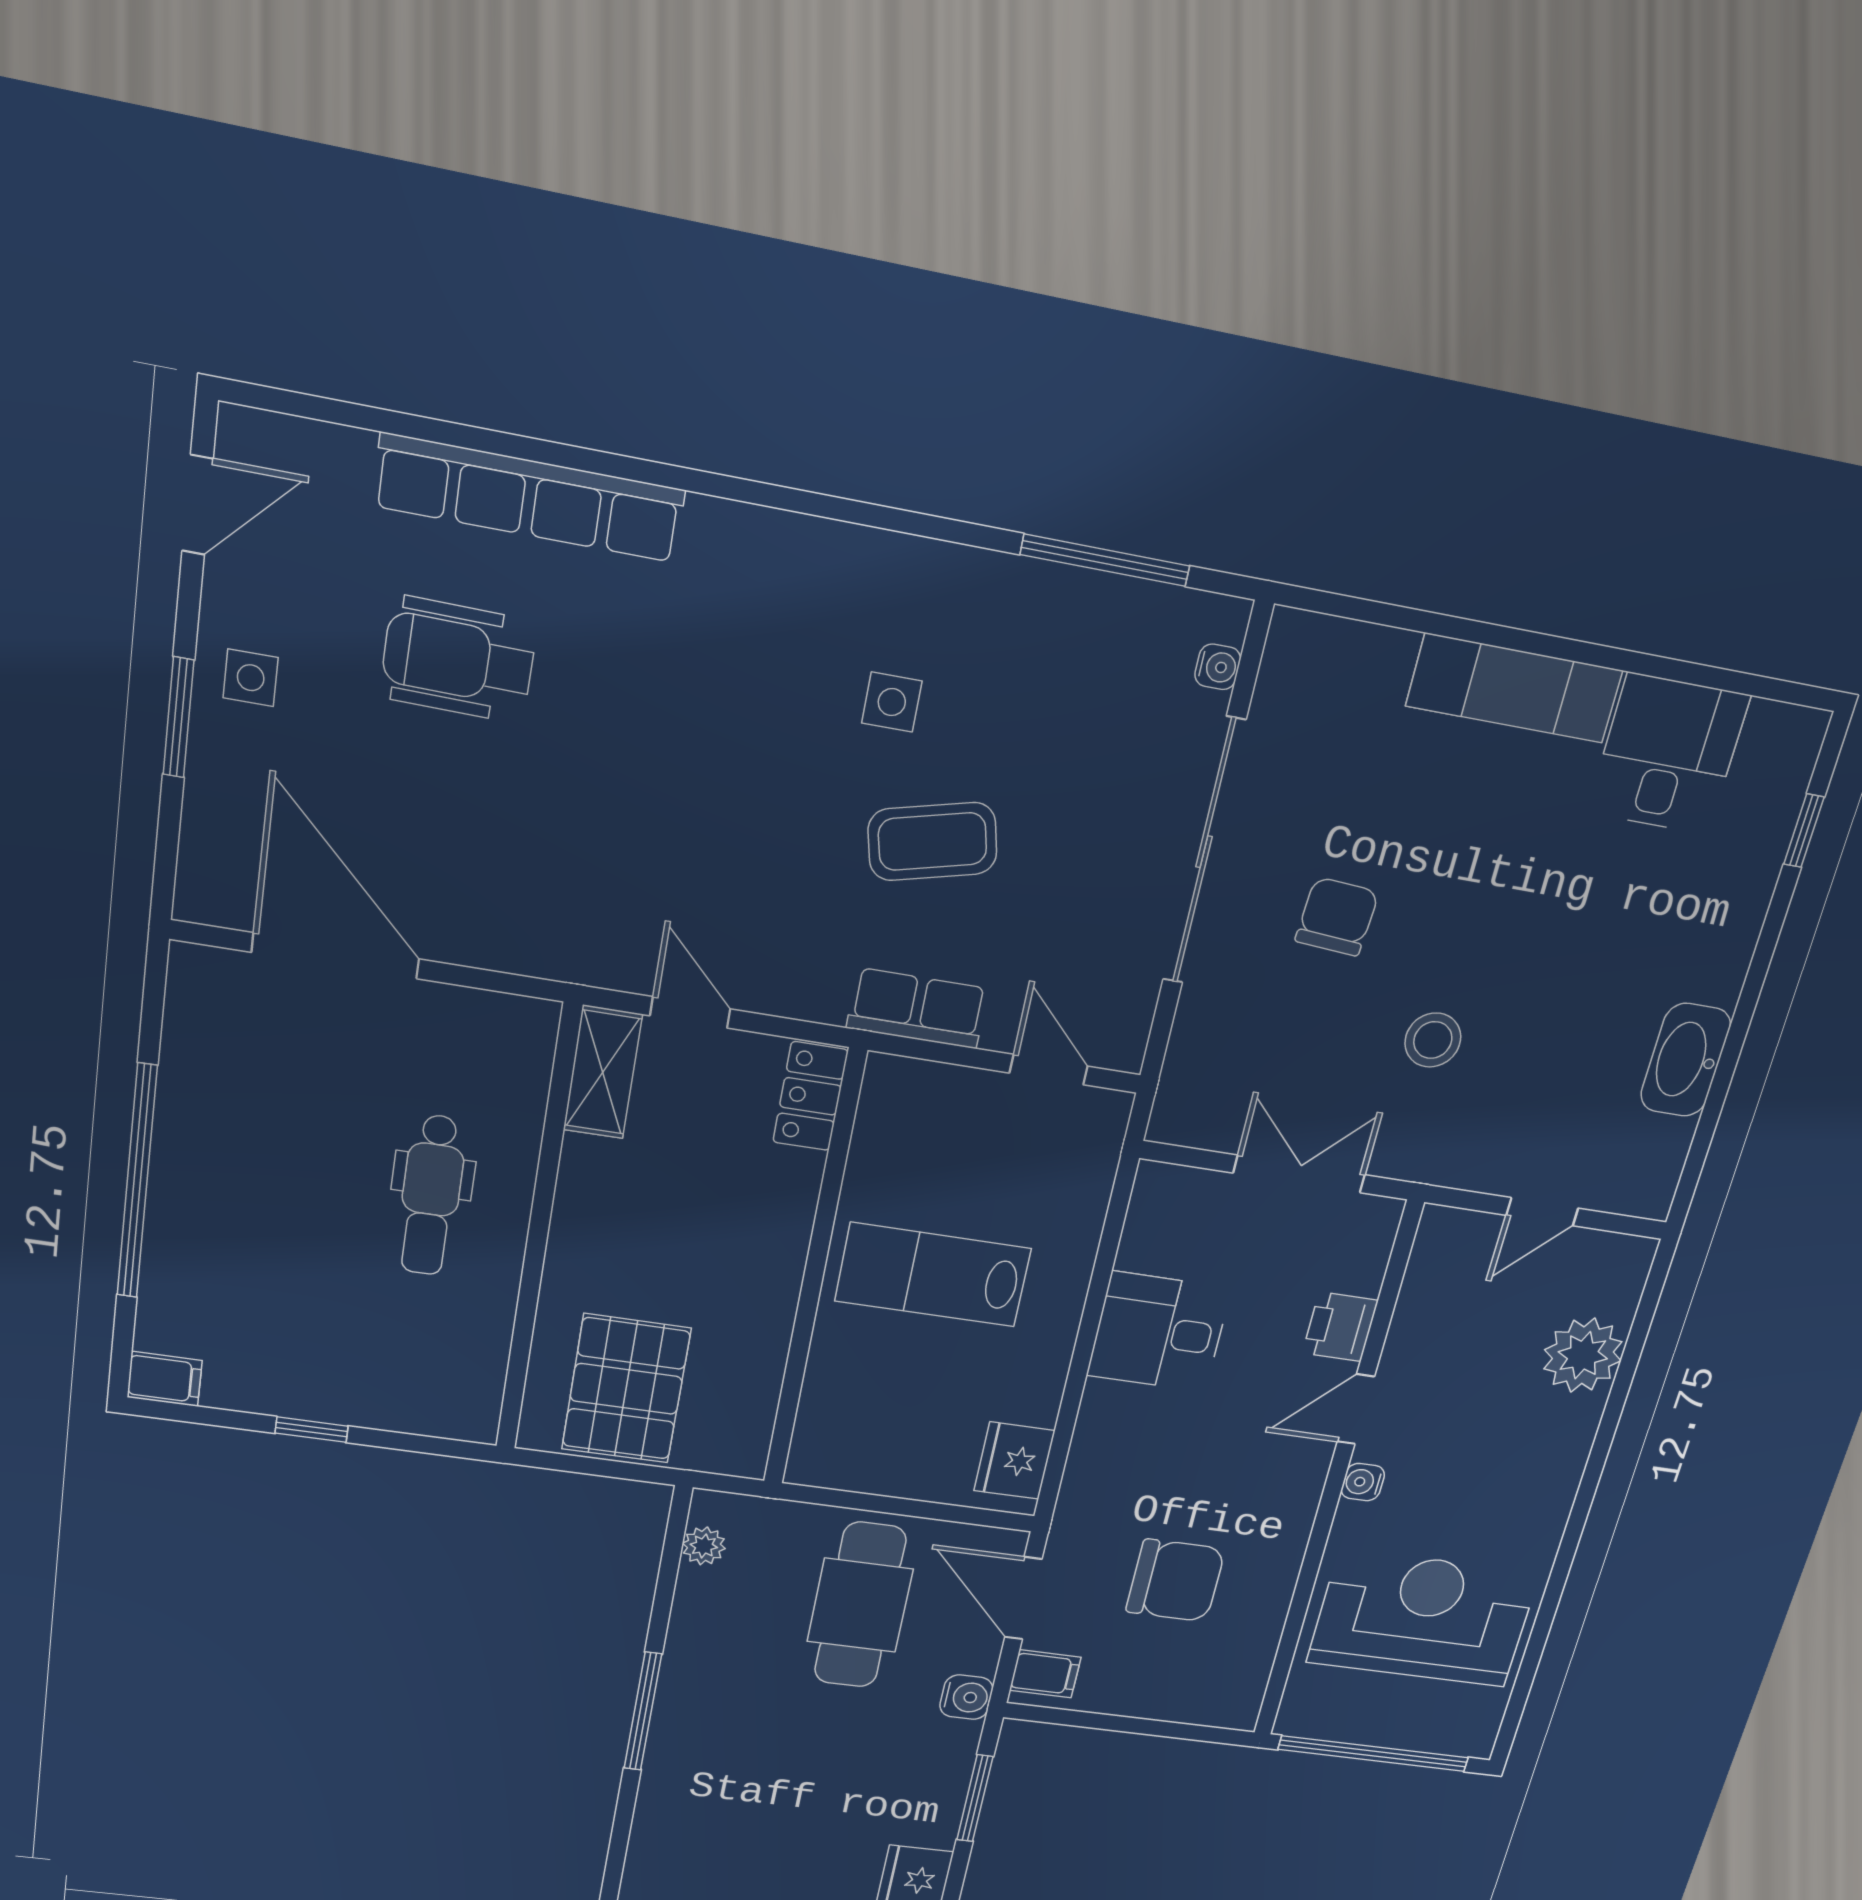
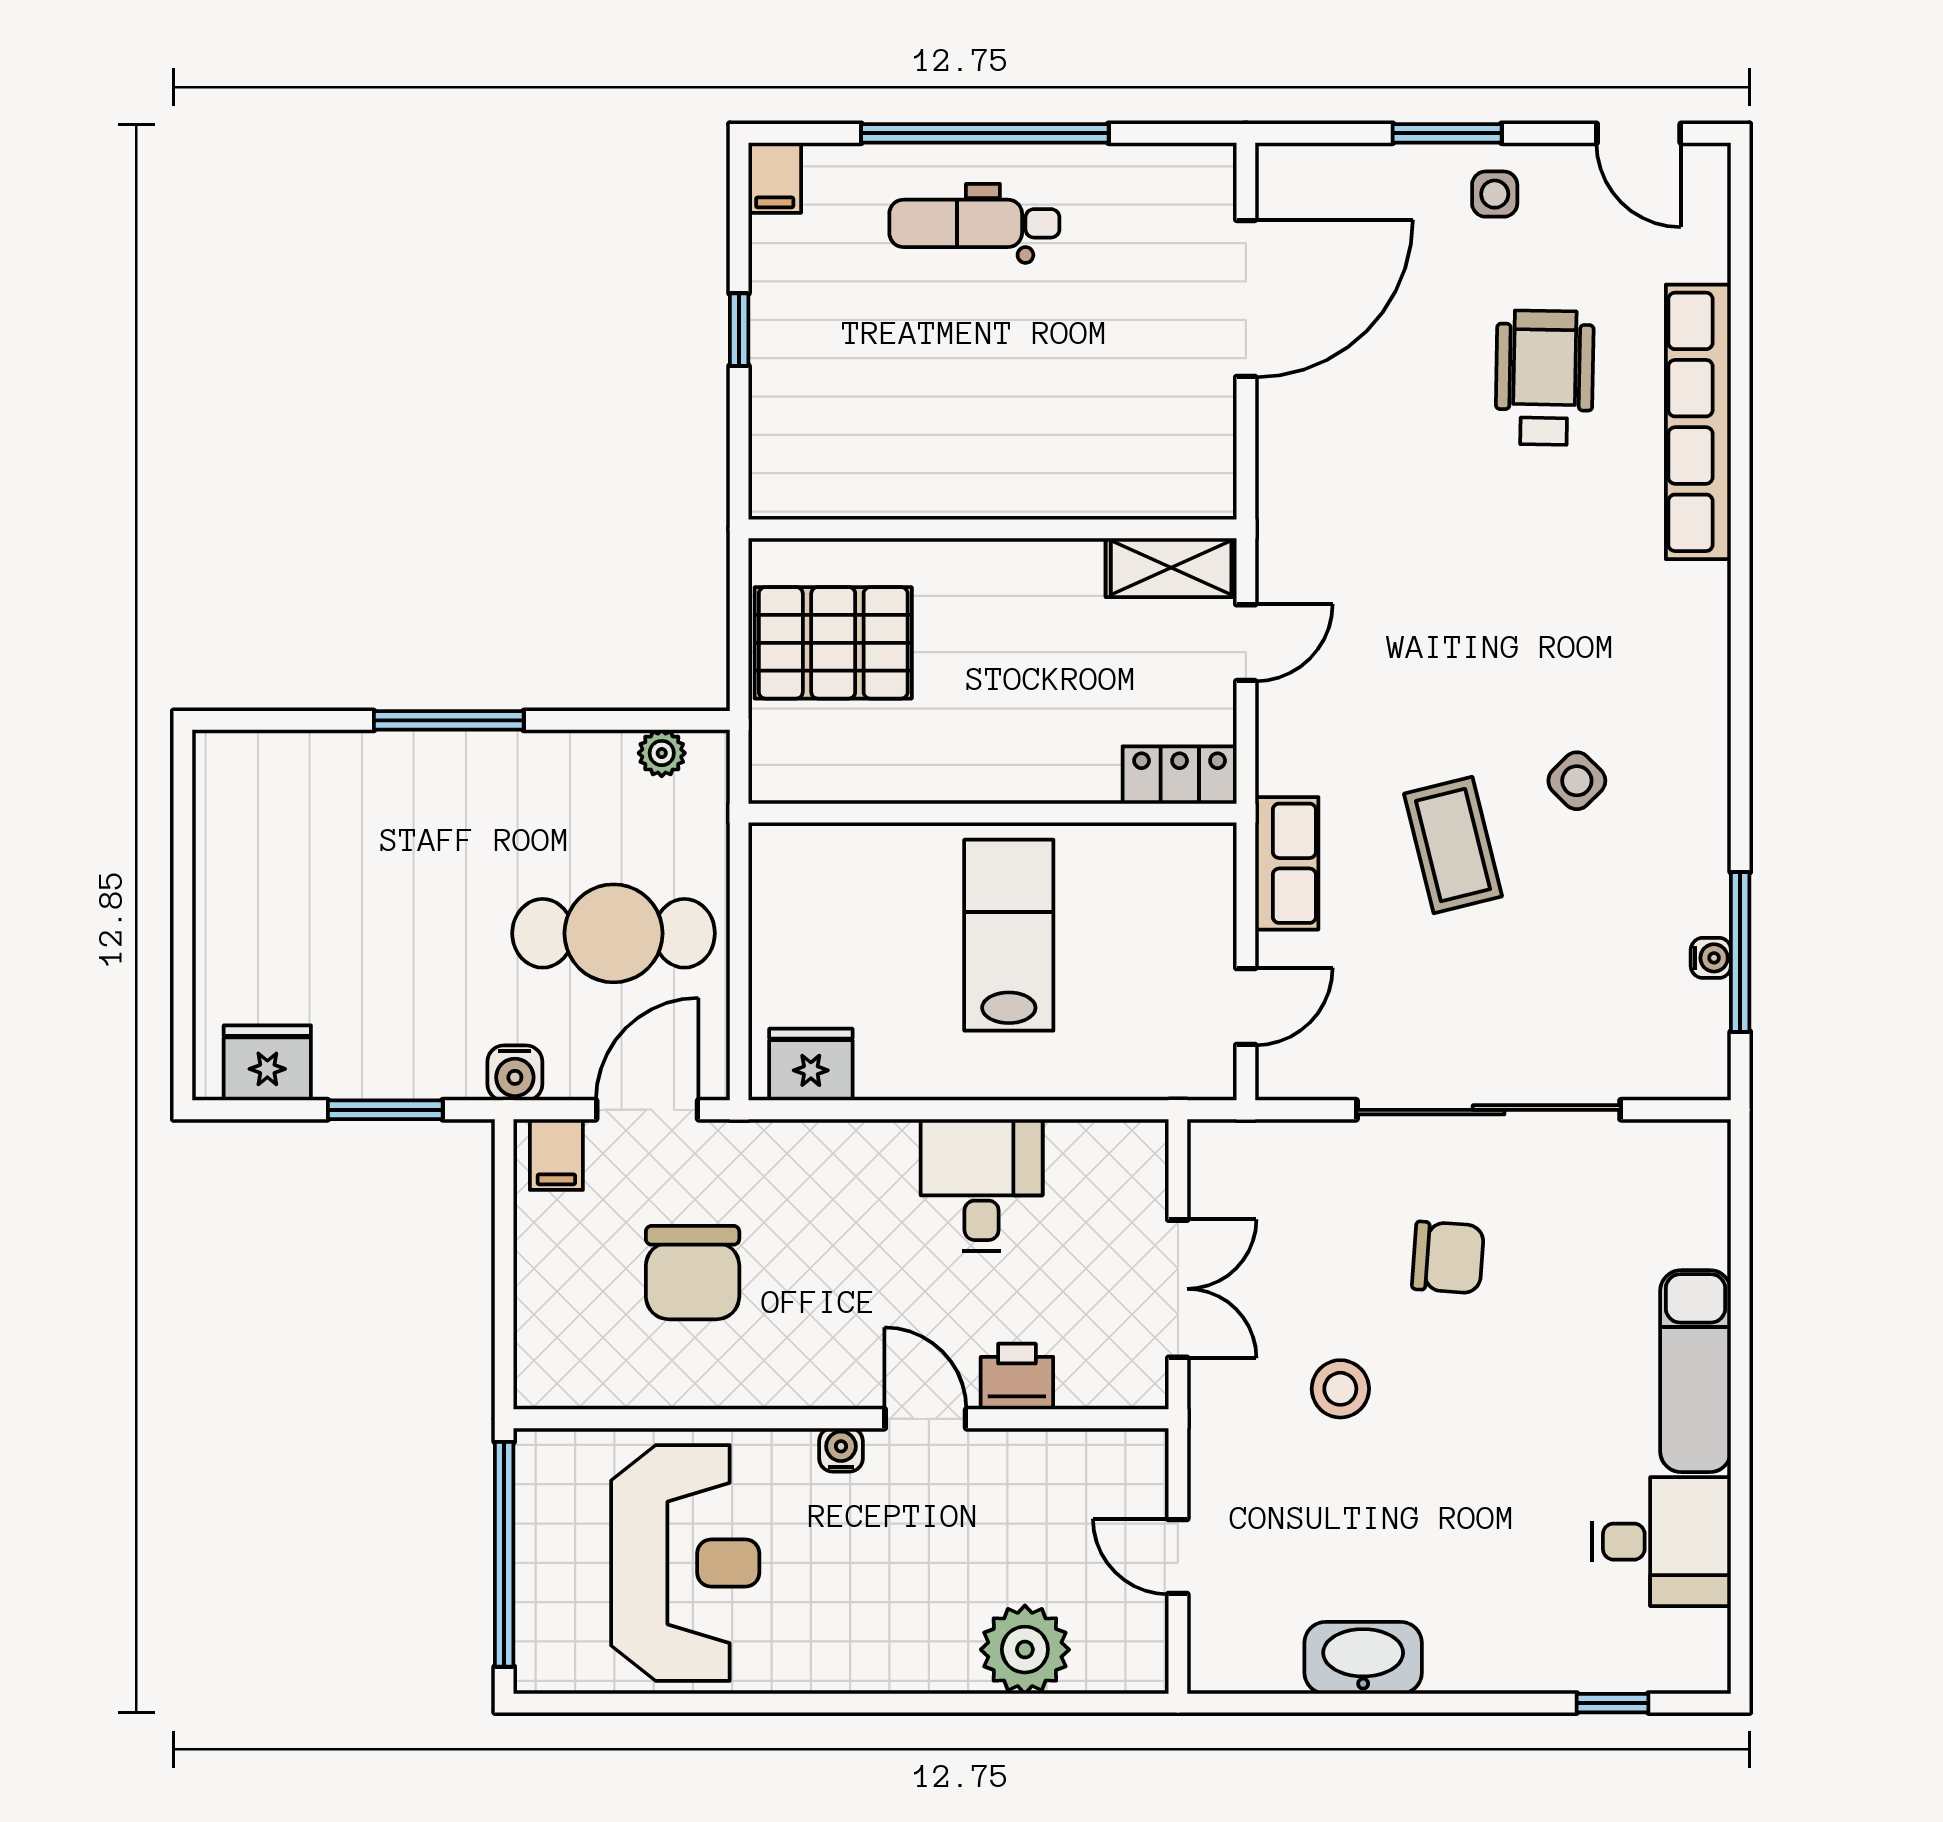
water cooler: (1218, 667) -> (1711, 958), moved, turned -90
side table: (892, 702) -> (1577, 781), turned 45
dental chair: (431, 1195) -> (974, 223), moved

